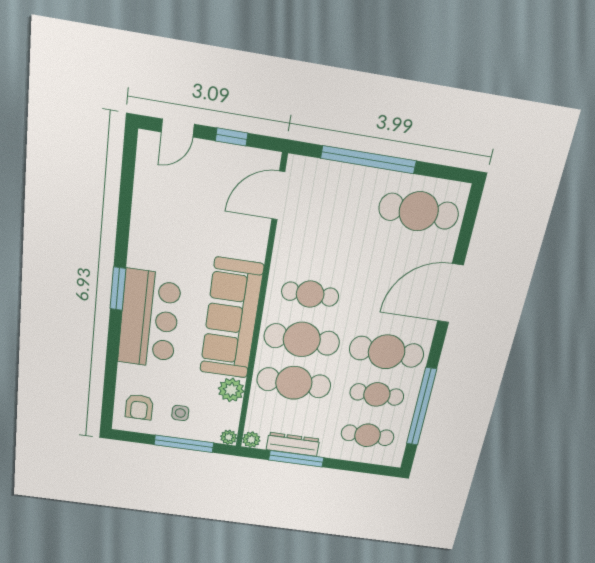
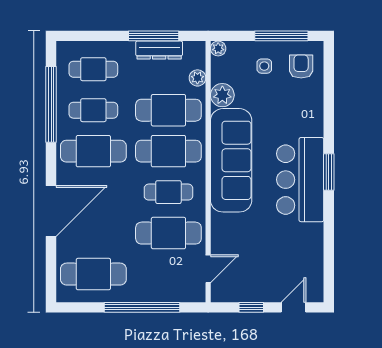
door: (278, 195) -> (208, 269), width x0.73
cafe table: (319, 247) -> (168, 233), added
bar counter: (149, 319) -> (300, 180), moved
plant: (251, 440) -> (197, 78), moved
window: (184, 444) -> (281, 36), moved

